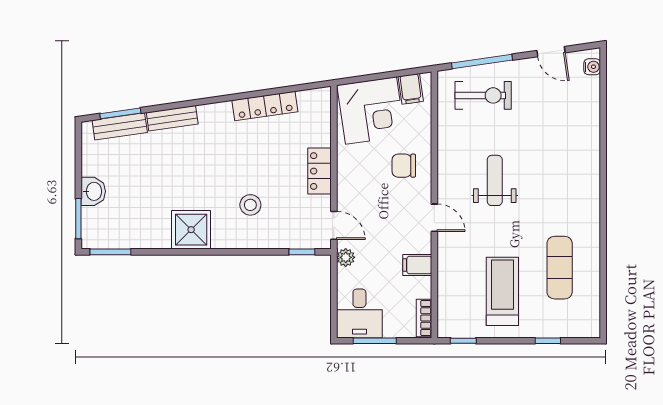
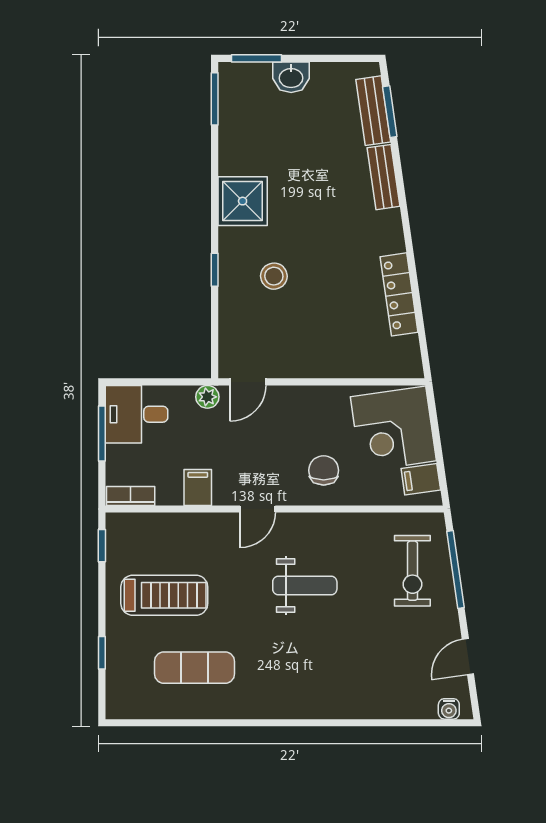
locker: (319, 171) -> (317, 364), removed
window: (302, 252) -> (215, 270), moved

